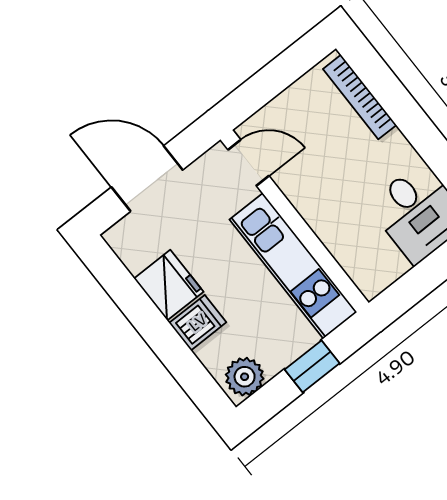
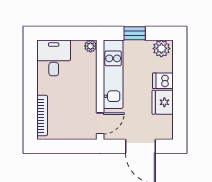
door: (248, 163) -> (100, 123), swing flipped
plant: (371, 284) -> (91, 46), added

